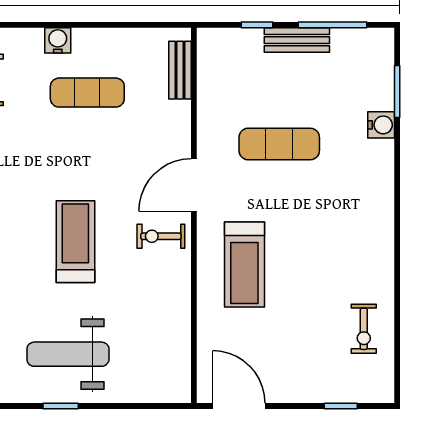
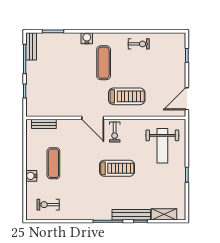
bench: (297, 40) -> (31, 46), moved
water cooler: (381, 125) -> (87, 38), moved
exercise mat: (279, 144) -> (104, 63), moved
treadmill: (75, 242) -> (117, 168), turned 180
exercise bike: (364, 329) -> (139, 44), moved
weight bench: (68, 354) -> (162, 146), moved

